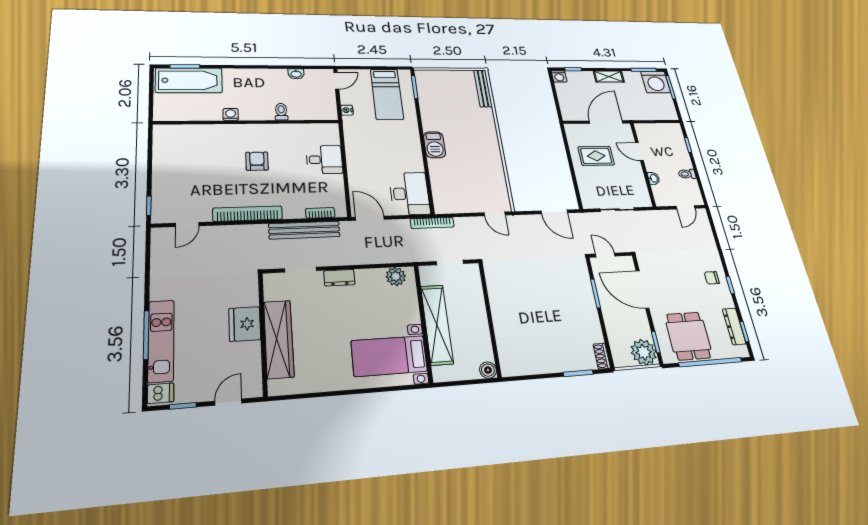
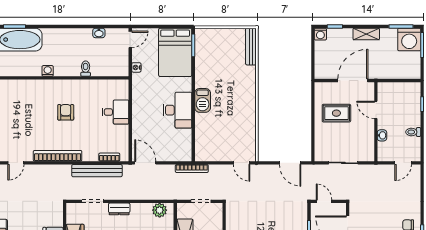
bed: (387, 94) -> (175, 52), width x1.50
desk: (409, 194) -> (177, 110), moved

